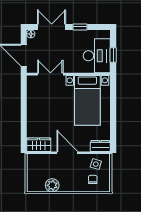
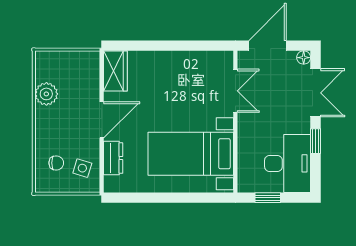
desk: (97, 56) -> (288, 163), moved, turned -90
dresser: (100, 146) -> (113, 158), moved

